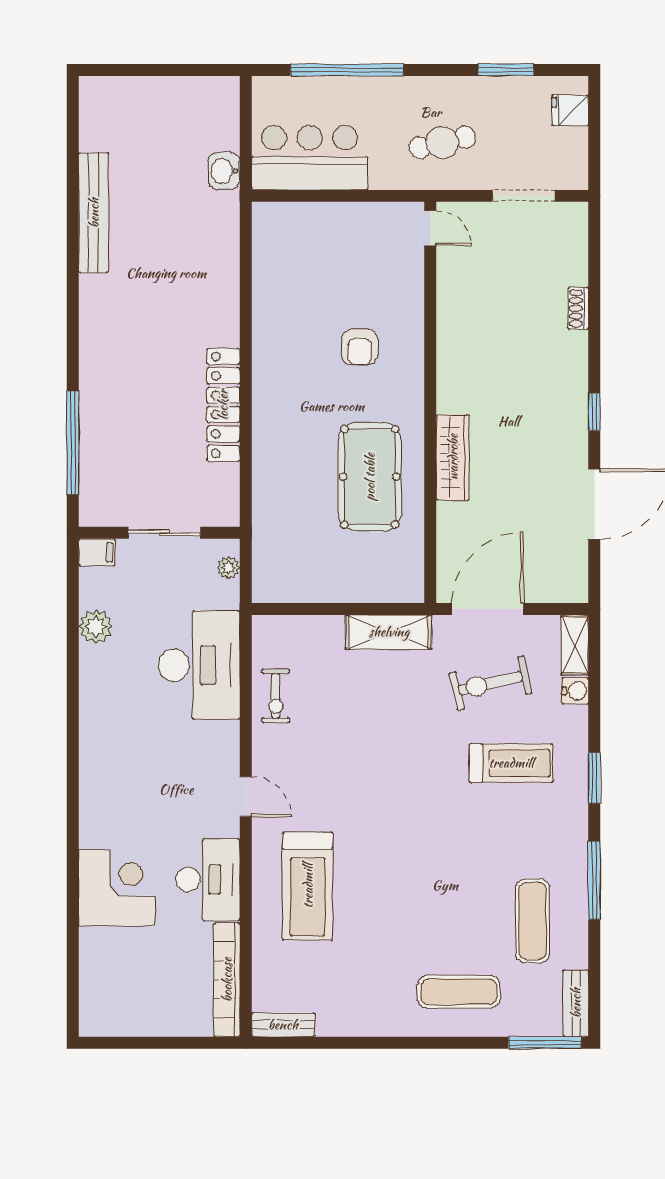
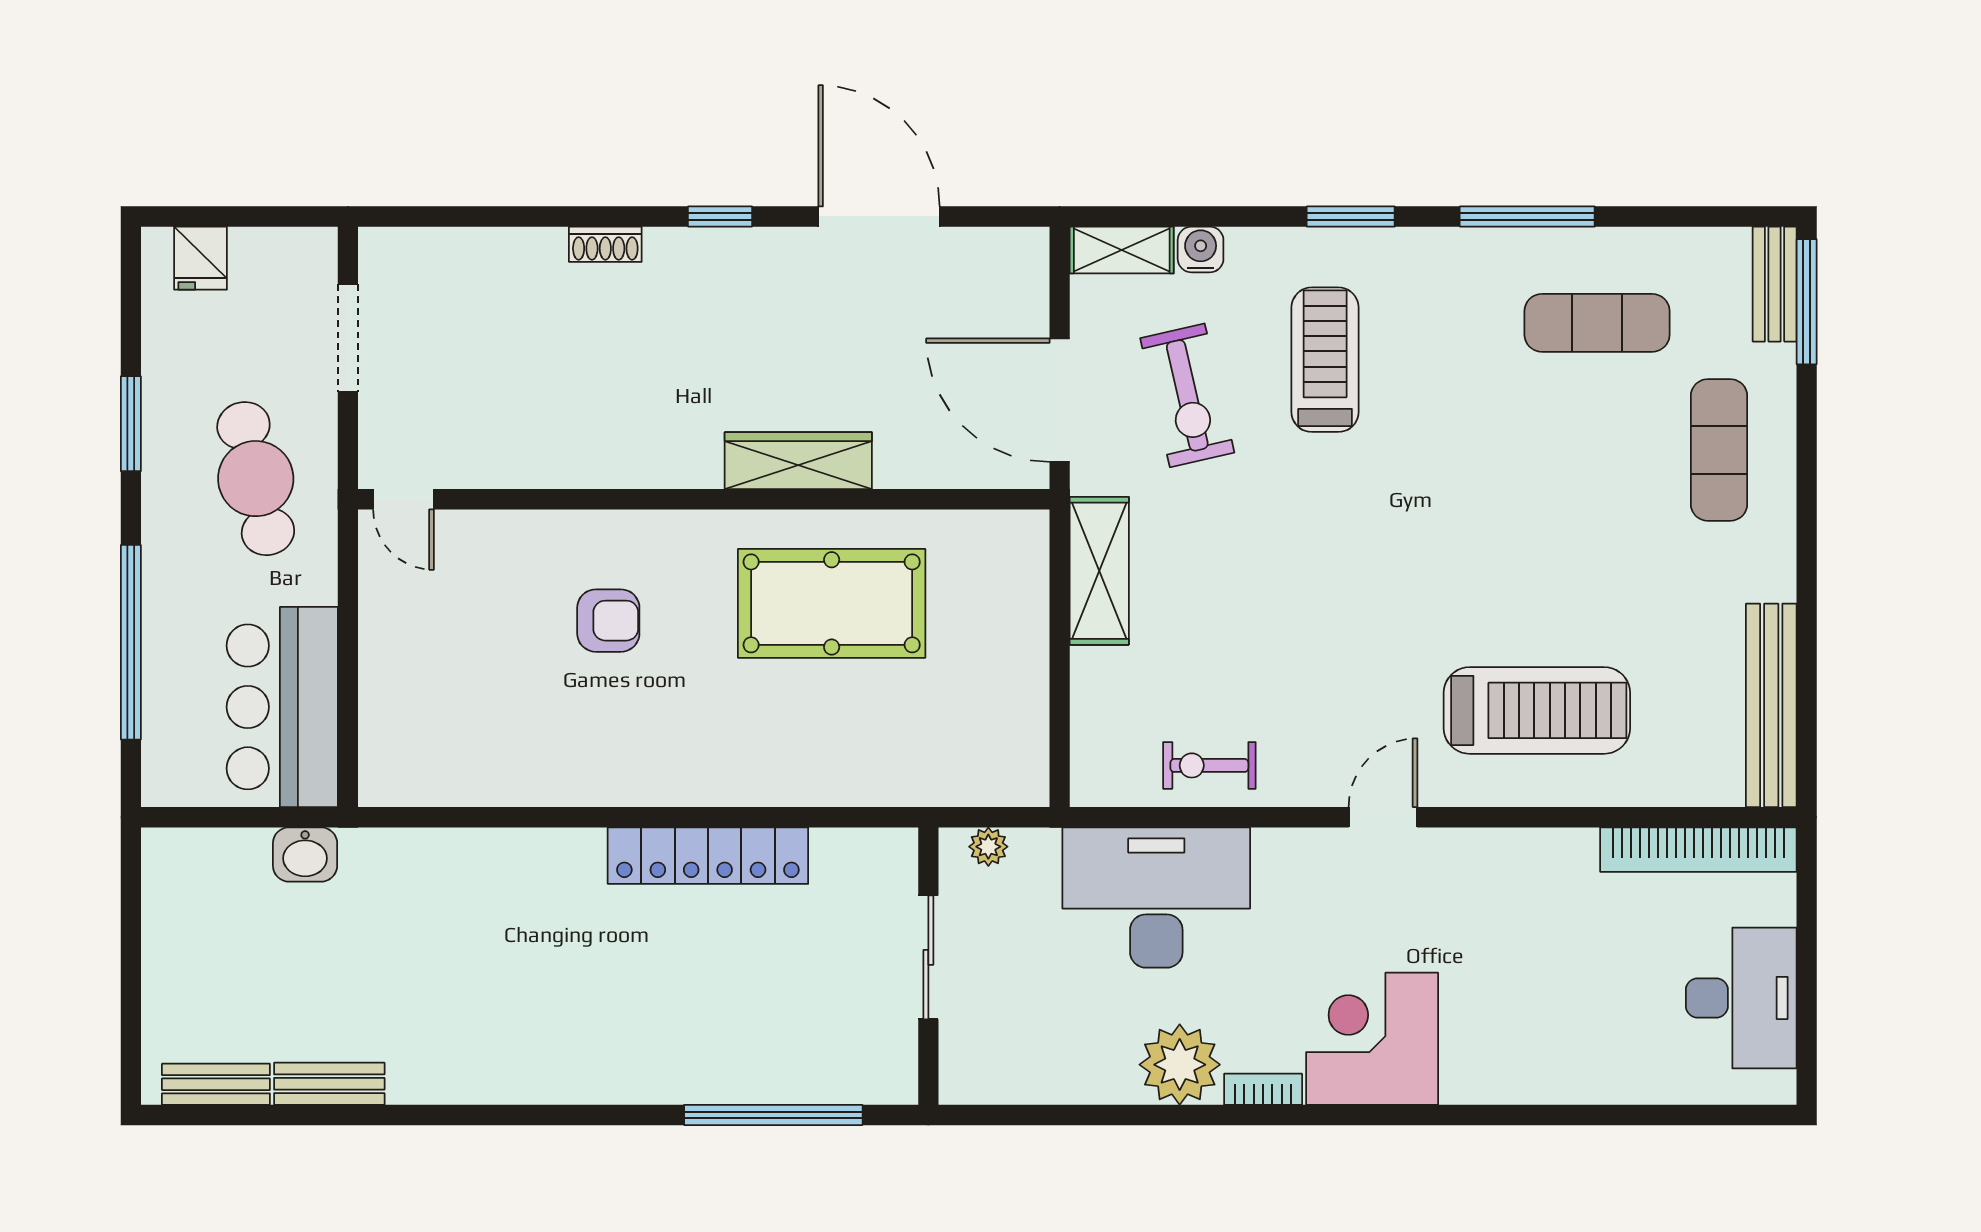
window: (506, 70) -> (131, 424), moved
bench: (91, 119) -> (216, 1084), added
cafe table: (442, 142) -> (256, 479), width x1.37, depth x1.35
bench: (94, 213) -> (329, 1084), width x0.54, depth x0.82
door: (430, 228) -> (403, 499), swing flipped
shoe rack: (578, 308) -> (605, 244), moved
filing cabinet: (97, 552) -> (962, 1074), removed
plant: (96, 626) -> (1180, 1065), moved, width x1.36, depth x1.36
exercise bike: (276, 696) -> (1209, 765), turned 180
bookcase: (88, 727) -> (1263, 1089), added
desk: (208, 880) -> (1741, 998), moved, turned 90
corner desk: (117, 888) -> (1372, 1039), moved
bench: (576, 1003) -> (1775, 284), moved, turned 90
bench: (283, 1025) -> (1771, 705), width x1.86, depth x1.21

